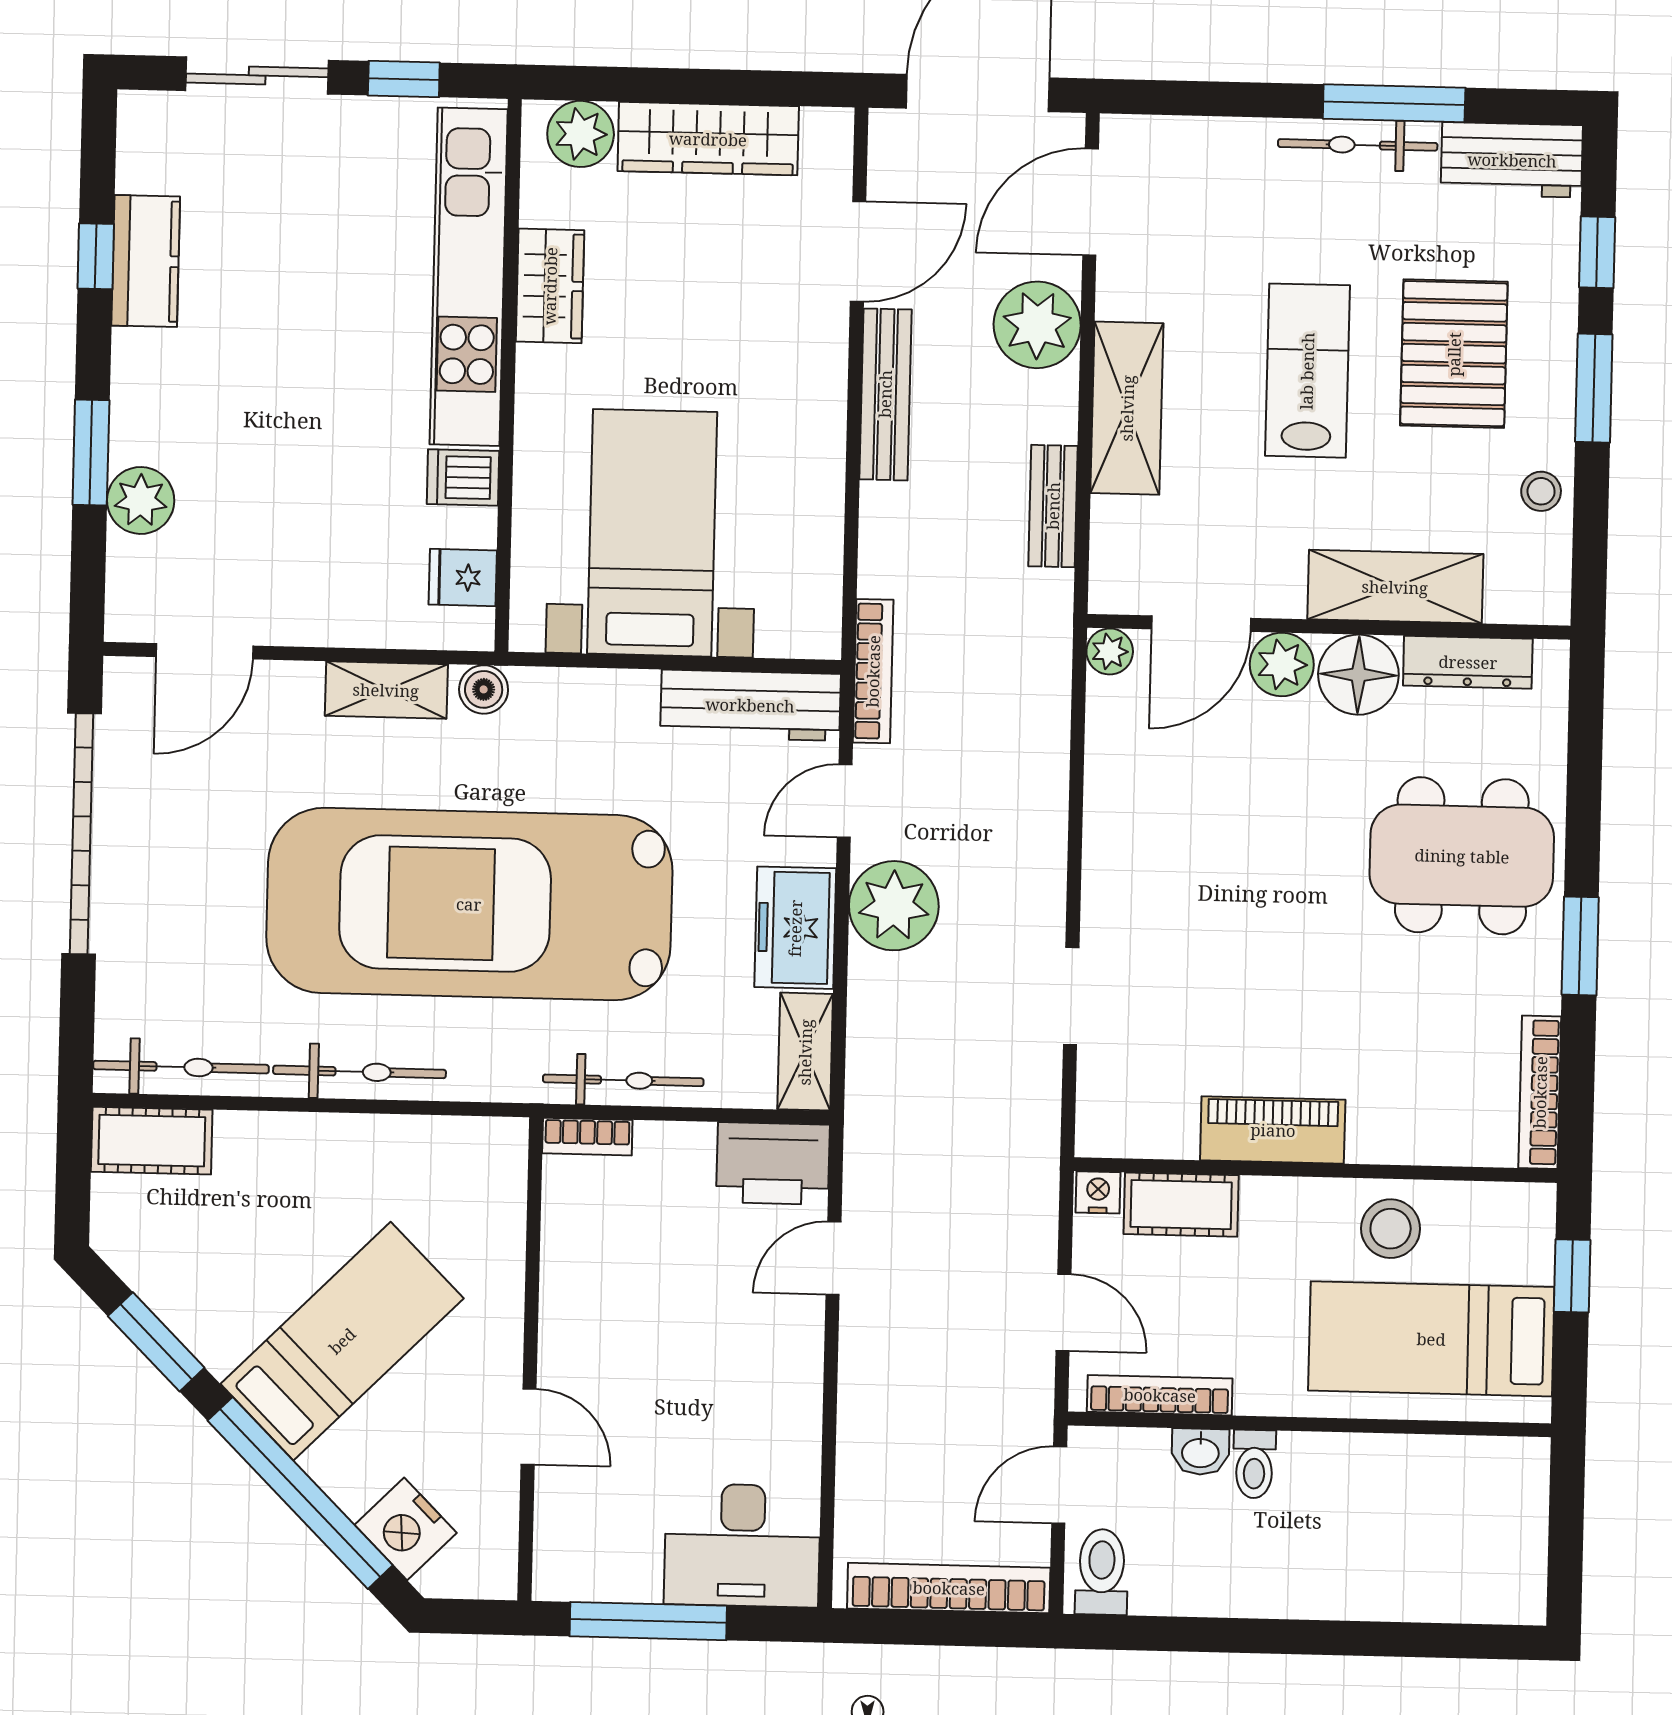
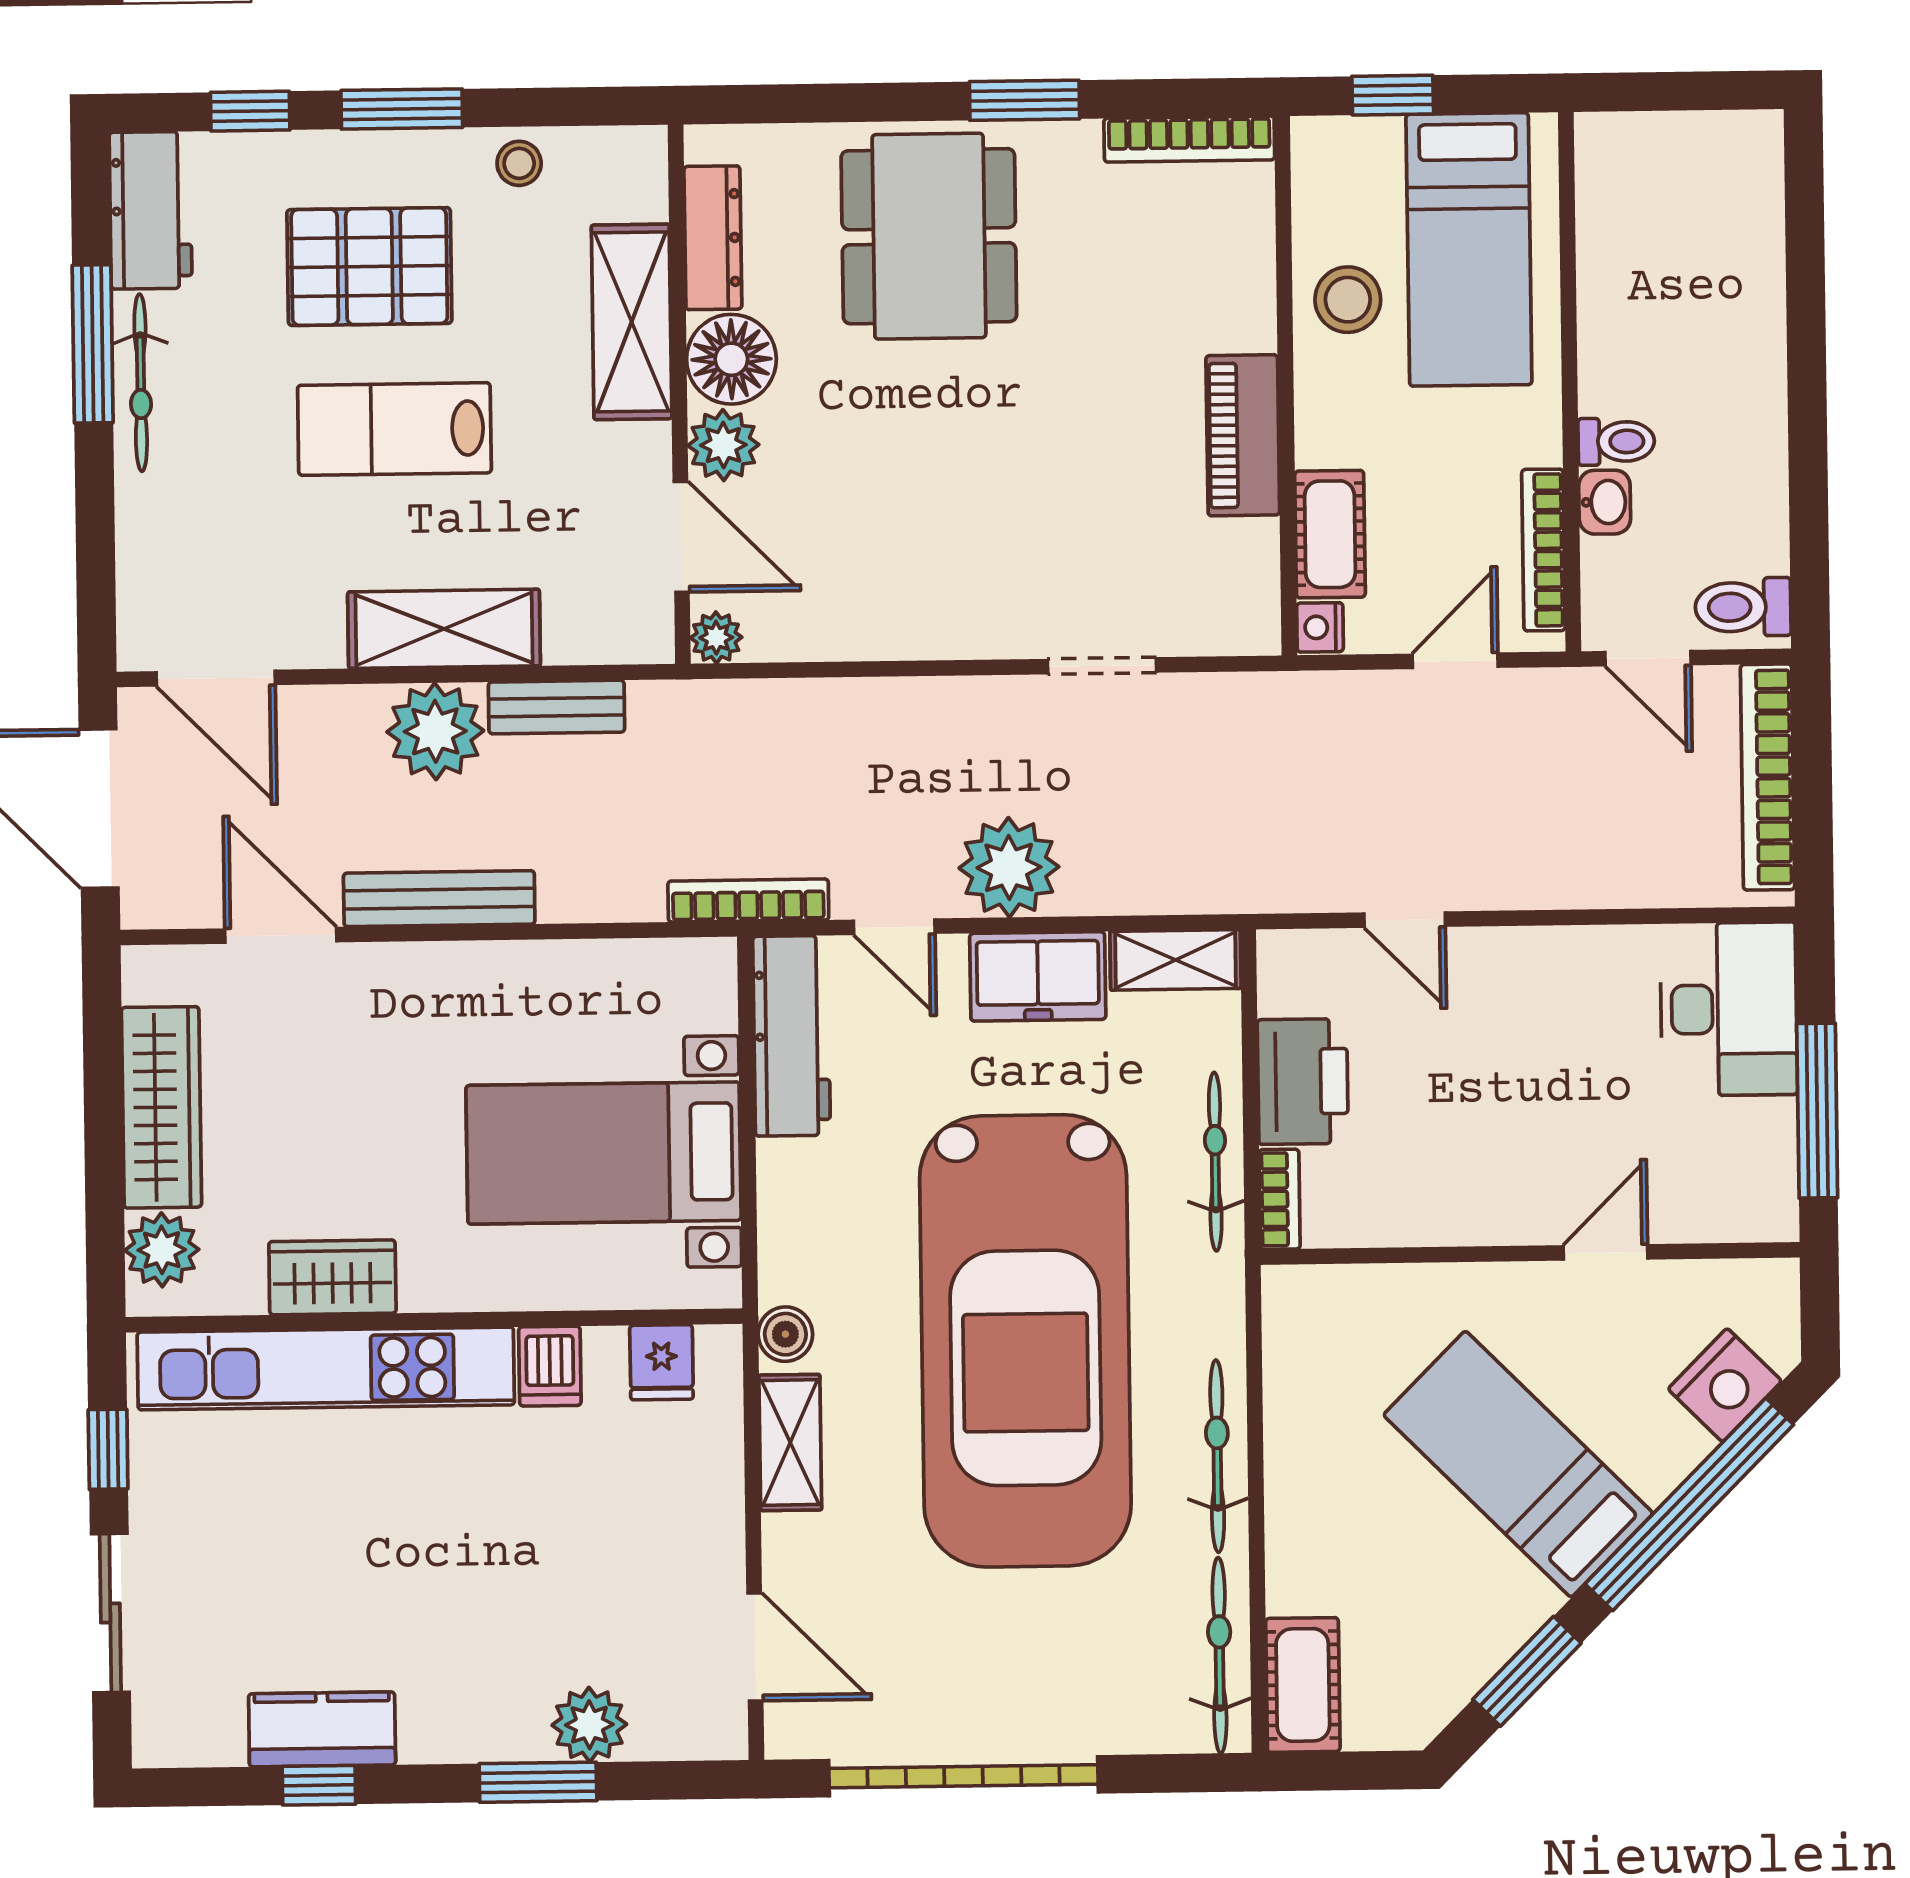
plant: (1037, 325) -> (435, 731), moved
printer: (773, 1163) -> (1303, 1081), moved

